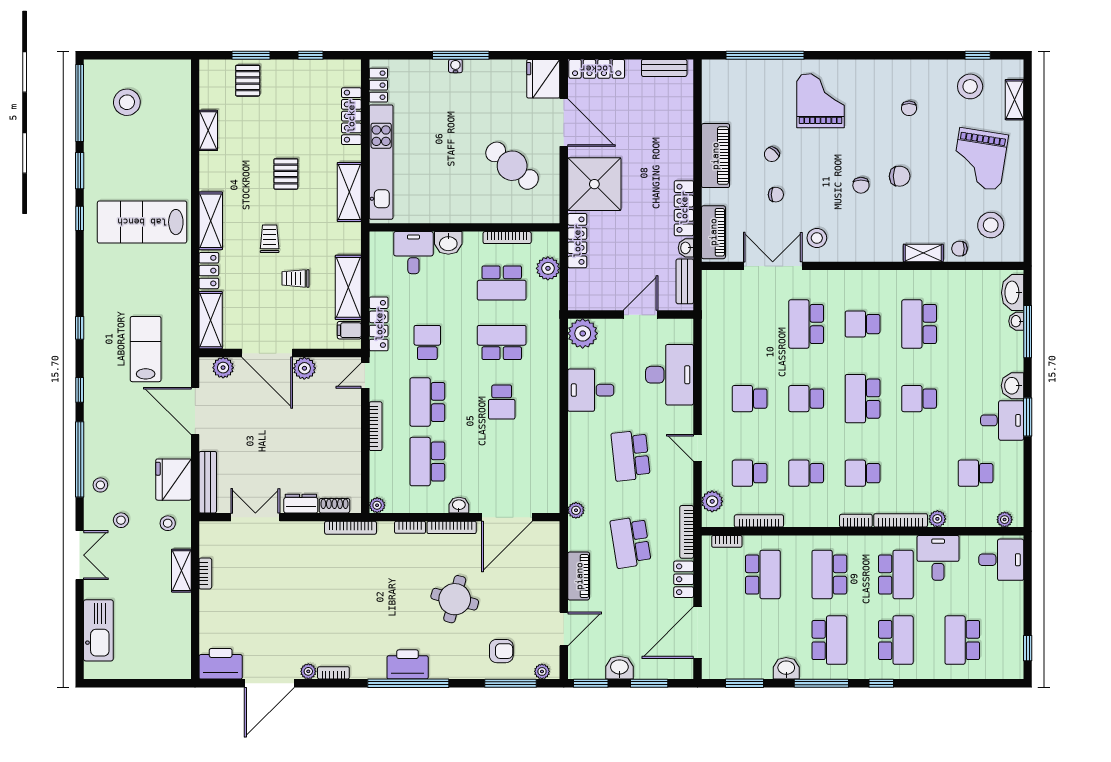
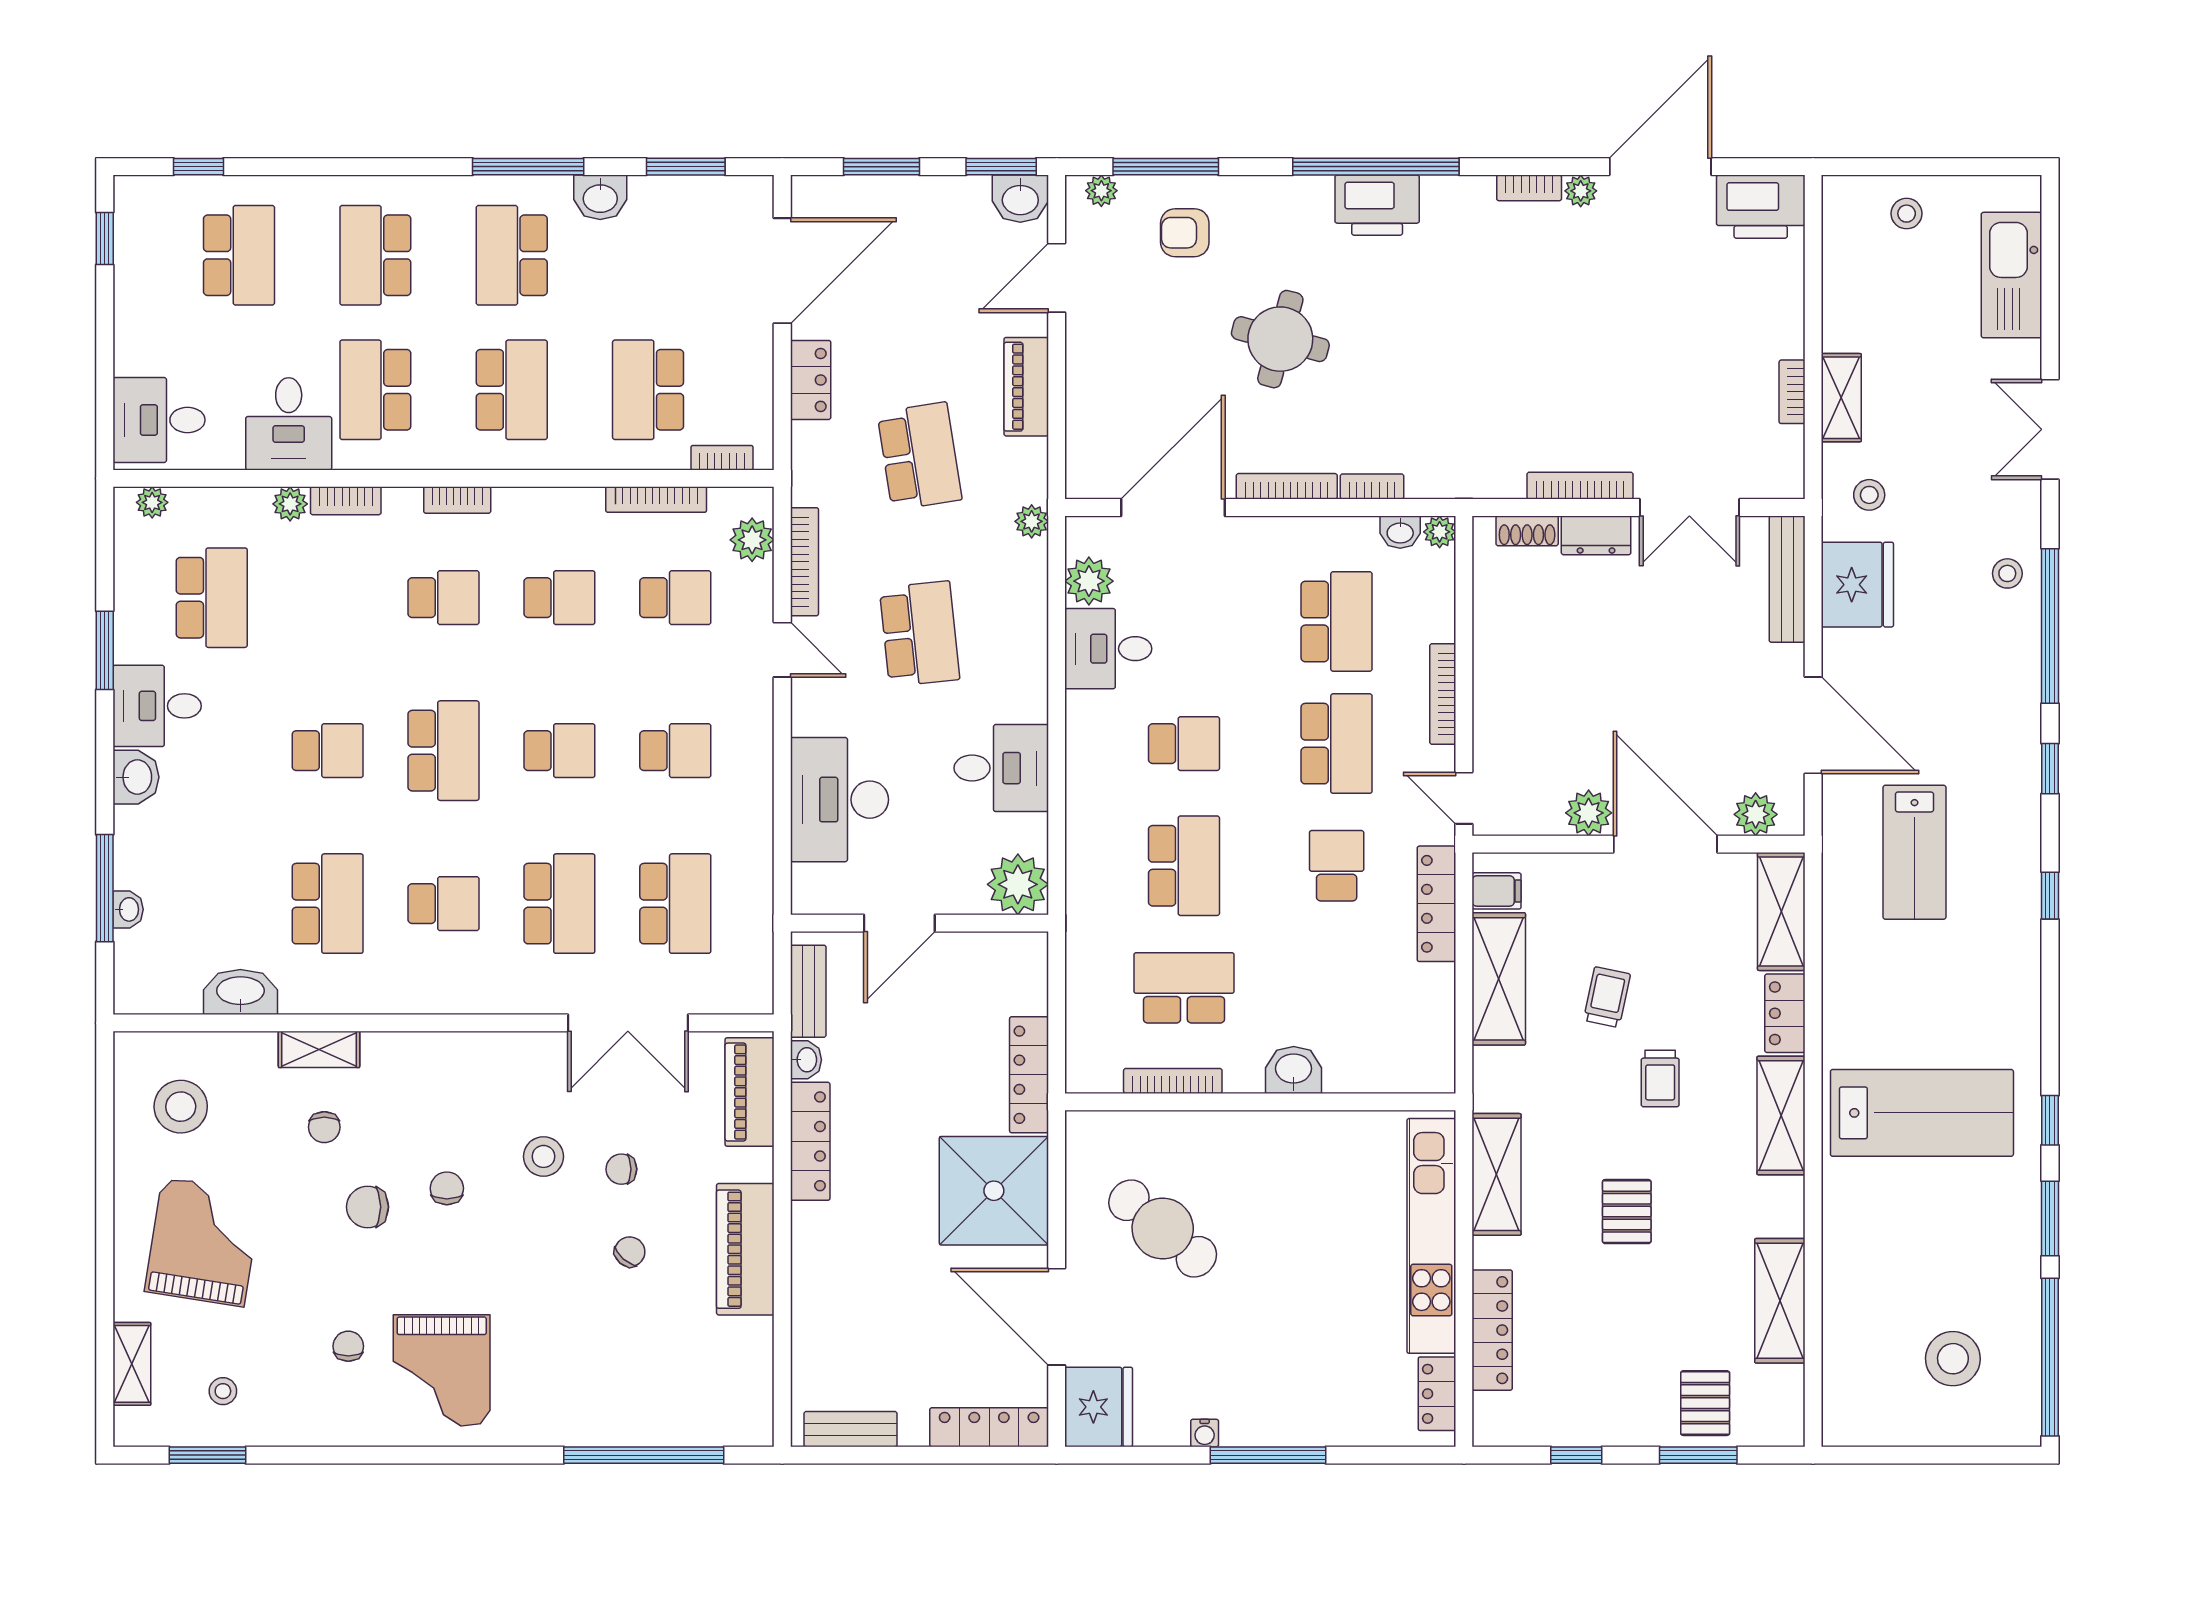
window: (978, 55) -> (207, 1455), width x1.50
water cooler: (455, 66) -> (1205, 1433), moved
stool: (970, 86) -> (223, 1391), width x0.53, depth x0.53
grand piano: (821, 101) -> (442, 1370), moved
shelving: (208, 130) -> (1780, 1301), width x1.50, depth x1.33
stool: (817, 238) -> (543, 1156), moved
chair: (960, 249) -> (324, 1127), moved, turned 90
desk: (413, 253) -> (1108, 649), moved, turned 90
plant: (548, 268) -> (1089, 581), moved
trolley: (296, 278) -> (1607, 997), turned -78
washbasin: (1013, 293) -> (240, 992), moved, turned -90
school desk: (750, 324) -> (675, 904), added
school desk: (427, 343) -> (1337, 866), turned 180
school desk: (502, 343) -> (1184, 866), turned -90
door: (365, 375) -> (1464, 798), swing flipped
school desk: (502, 402) -> (1184, 744), turned 90
window: (1028, 417) -> (105, 650), moved
school desk: (976, 473) -> (212, 598), width x1.85
washbasin: (459, 505) -> (1400, 532), moved
stool: (121, 520) -> (1907, 214), moved
bookcase: (901, 520) -> (346, 501), width x0.64
bookcase: (351, 528) -> (1580, 486), moved
bookcase: (687, 532) -> (804, 562), moved
washbasin: (619, 668) -> (1020, 199), moved
window: (881, 683) -> (198, 167), moved

